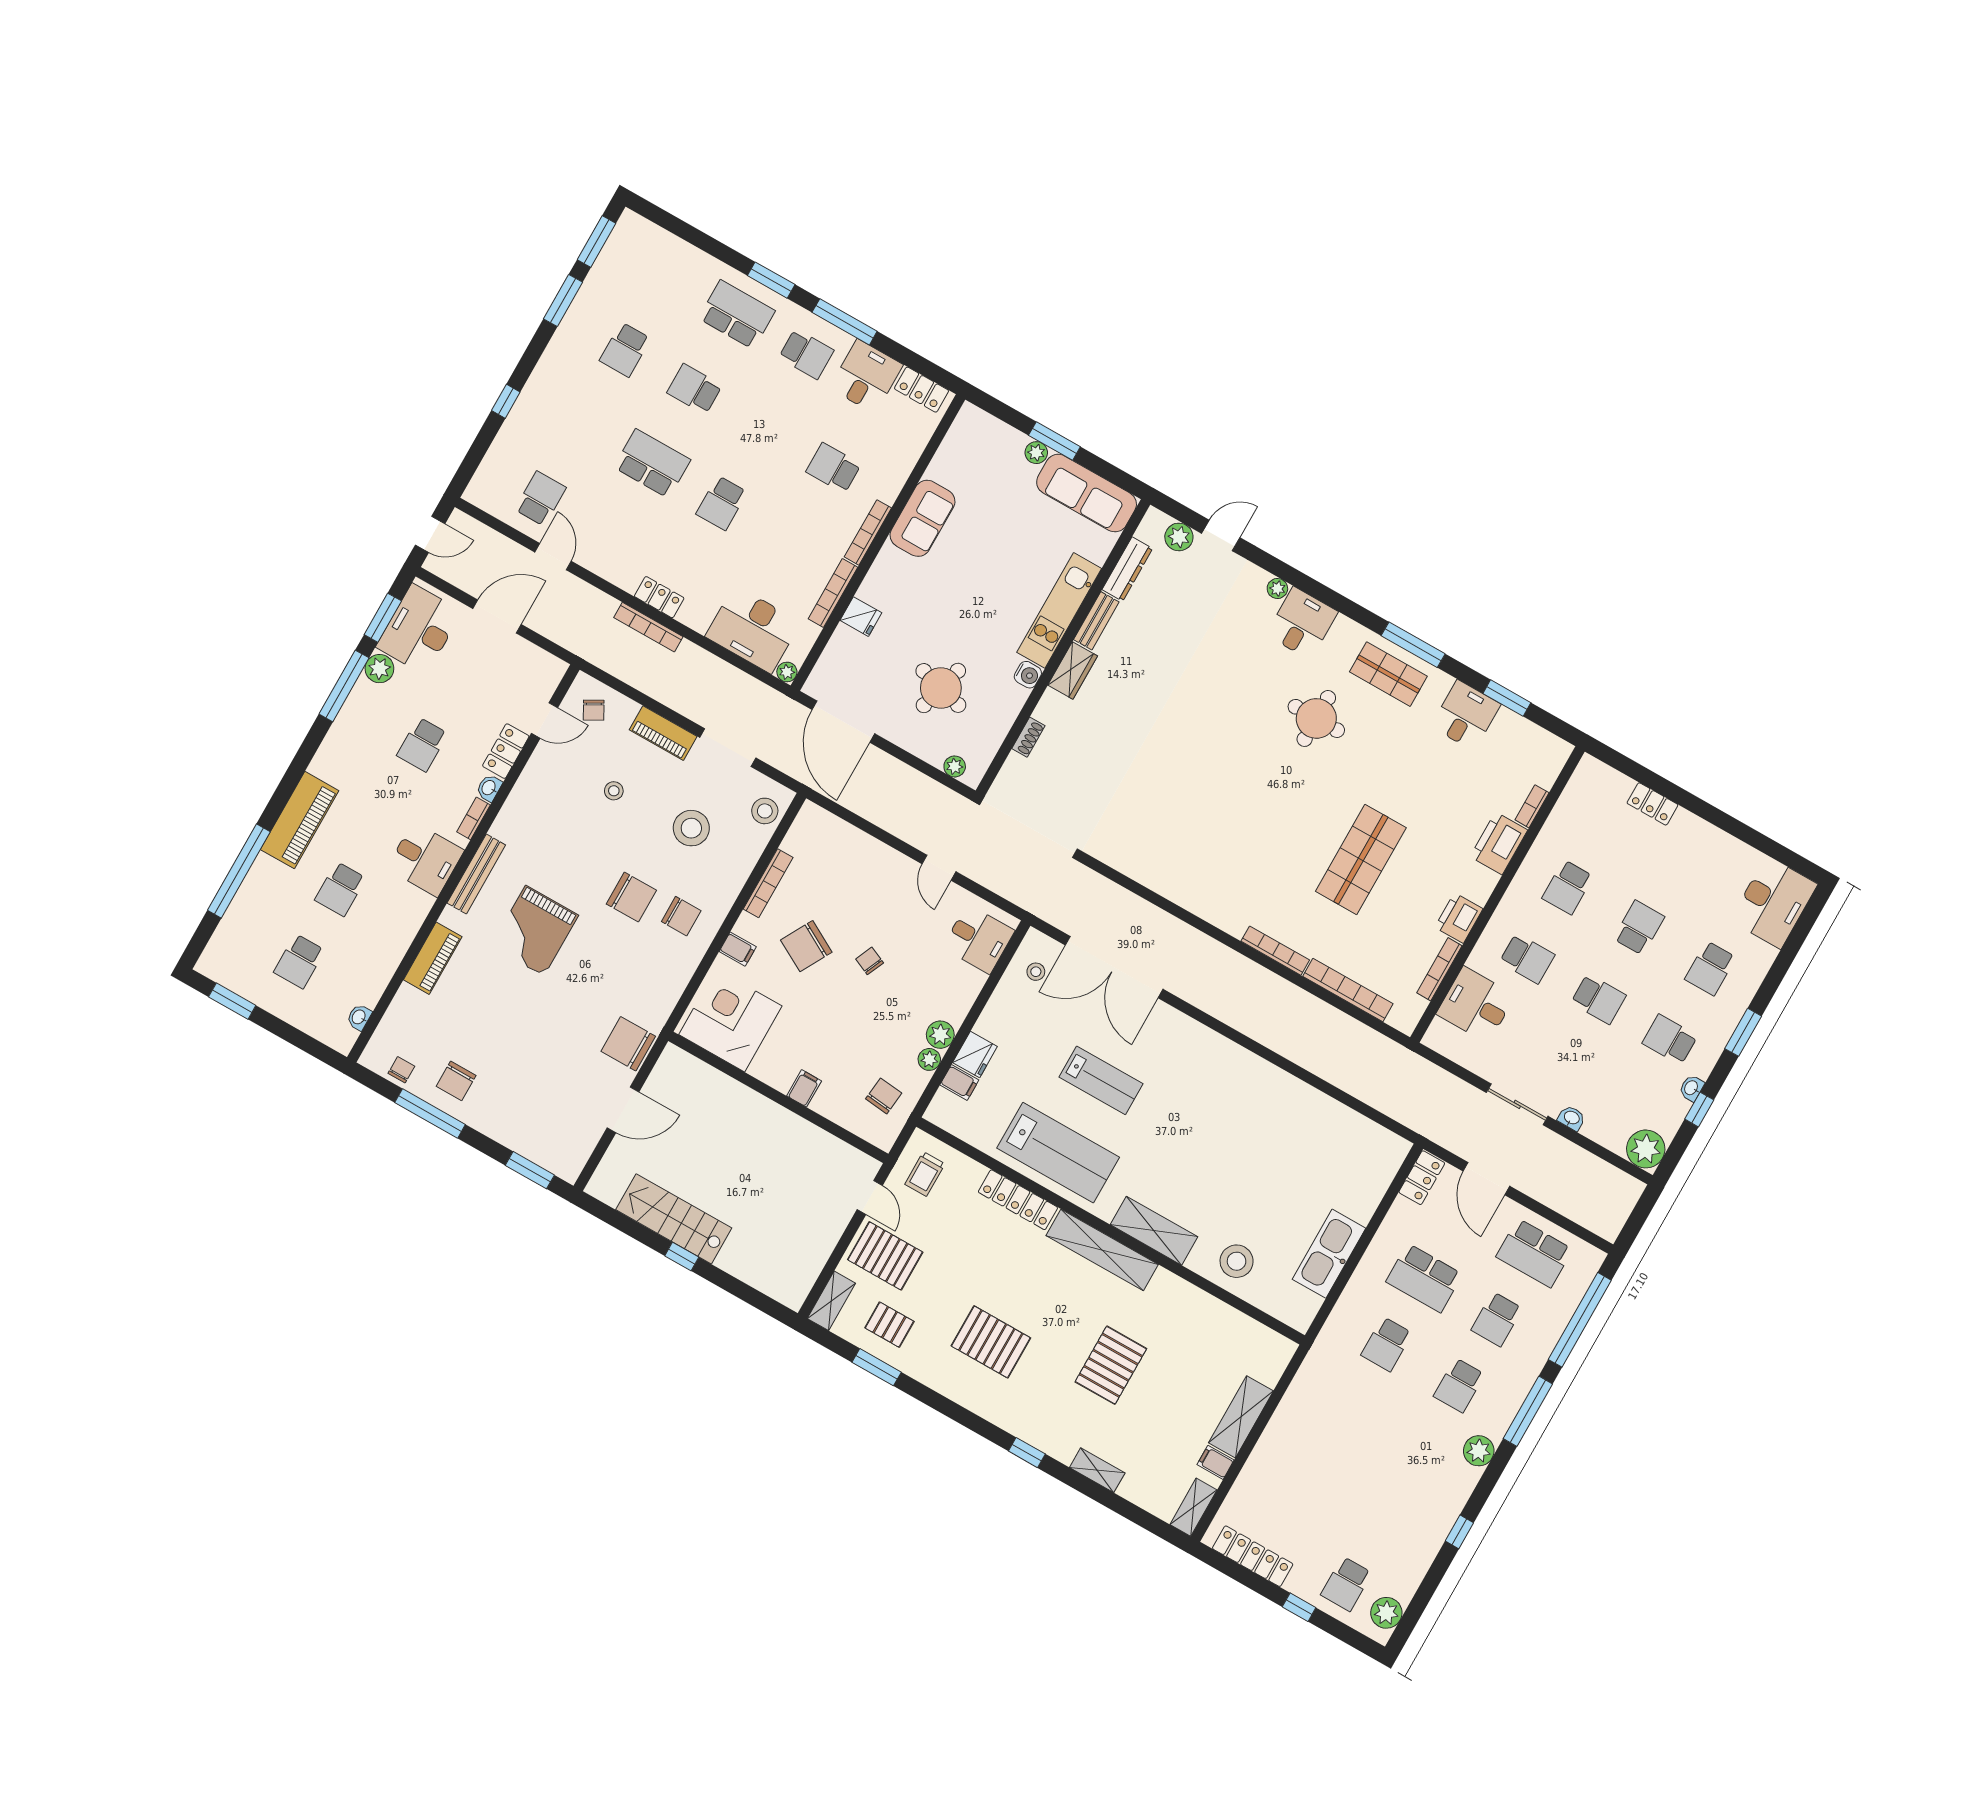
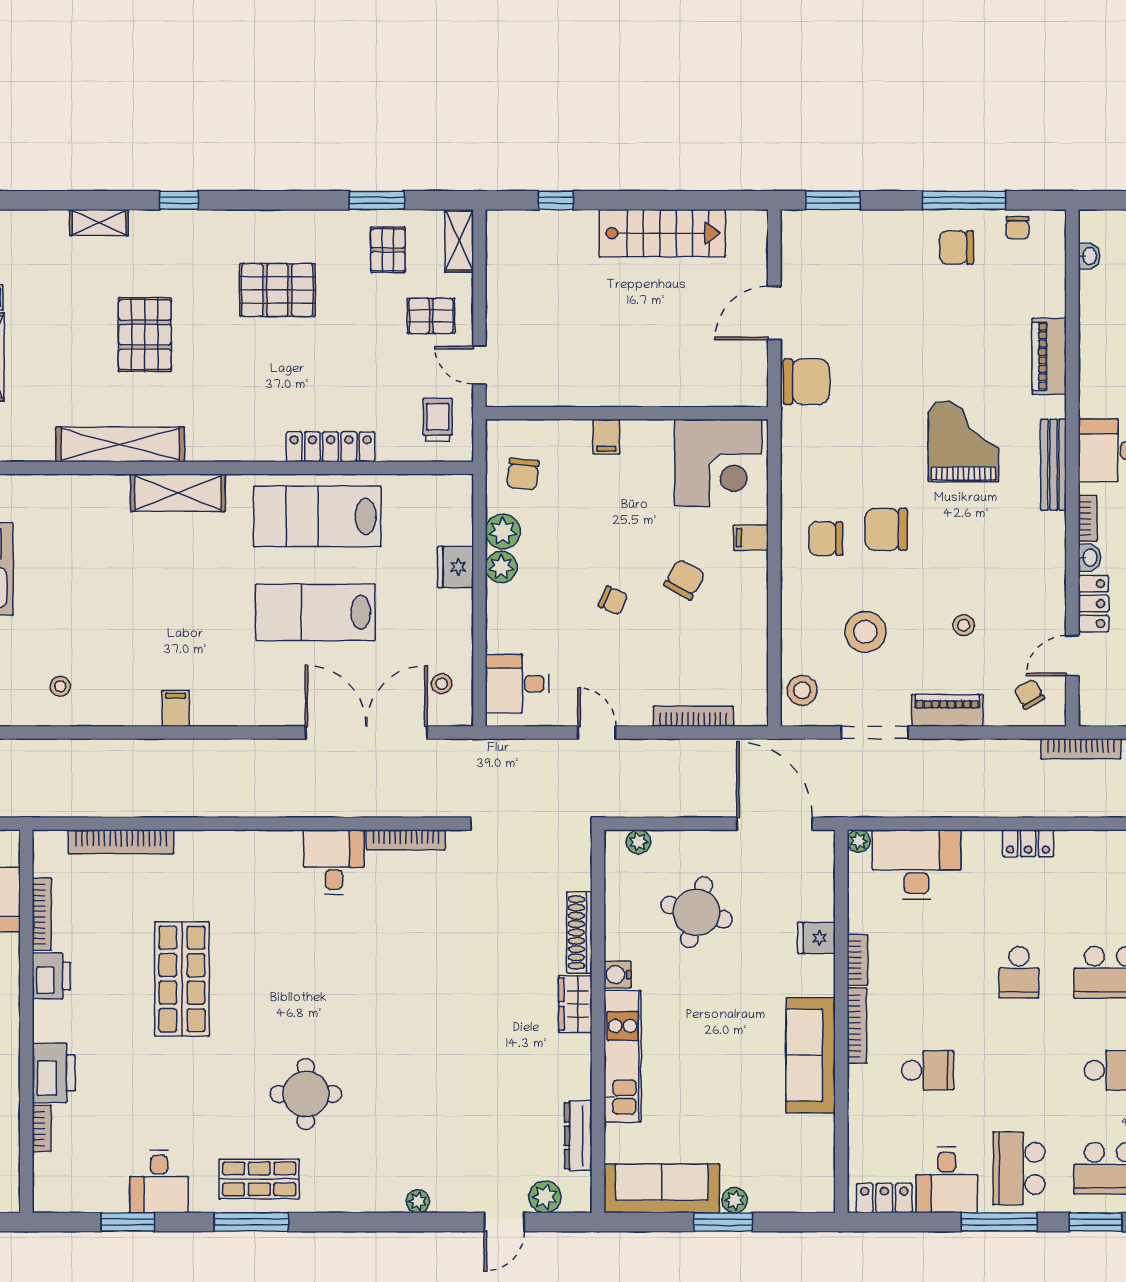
school desk: (806, 354) -> (1019, 1168), width x1.85
school desk: (722, 503) -> (1019, 972), turned 180
sofa: (923, 518) -> (811, 1055), width x1.36
bookcase: (833, 593) -> (857, 960), width x0.64
bench: (1096, 621) -> (580, 1067), removed
desk: (1302, 623) -> (334, 862), moved, turned 180
bookcase: (648, 627) -> (1081, 749), moved, turned 180
shoe rack: (1028, 737) -> (579, 932), width x1.94, depth x1.24
bookcase: (768, 883) -> (693, 716), moved, turned 90
chair: (806, 946) -> (684, 579), width x0.73, depth x0.73
bookcase: (1275, 951) -> (406, 840), moved
plant: (929, 1059) -> (503, 531), width x1.38, depth x1.38
lab bench: (1101, 1080) -> (315, 612), width x1.36, depth x1.39
chair: (456, 1081) -> (957, 247), turned -90
filing cabinet: (959, 1082) -> (176, 708), moved, turned 90
shelving: (1102, 1250) -> (120, 444), moved
pallet: (885, 1256) -> (431, 316), width x0.67, depth x0.71
window: (682, 1257) -> (556, 200), moved
stool: (1237, 1261) -> (60, 686), moved, width x0.53, depth x0.53
pallet: (889, 1325) -> (388, 250), turned 90

